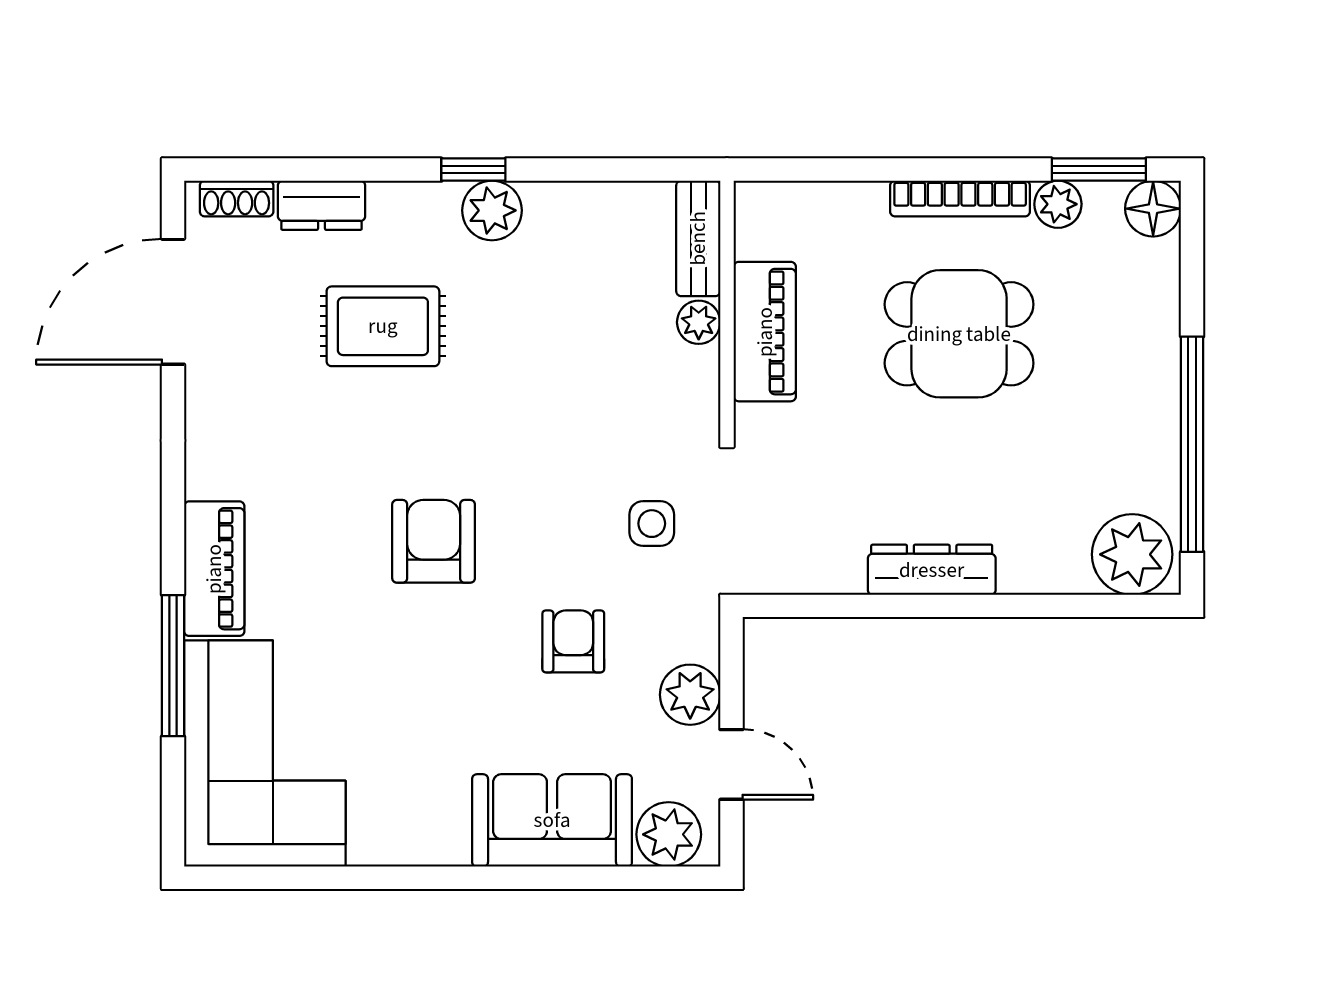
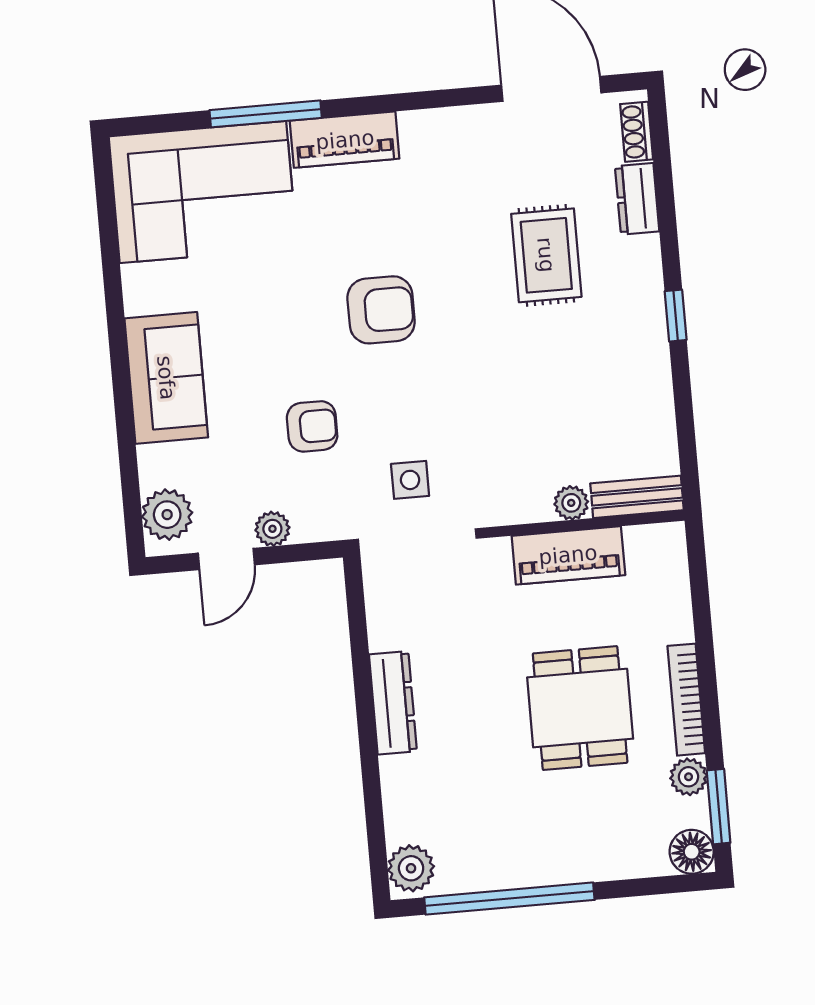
plant: (492, 210) -> (645, 333), removed
plant: (1132, 554) -> (411, 868), width x0.73, depth x0.73
plant: (690, 695) -> (272, 529), width x0.73, depth x0.73
sofa: (552, 820) -> (166, 378), moved

